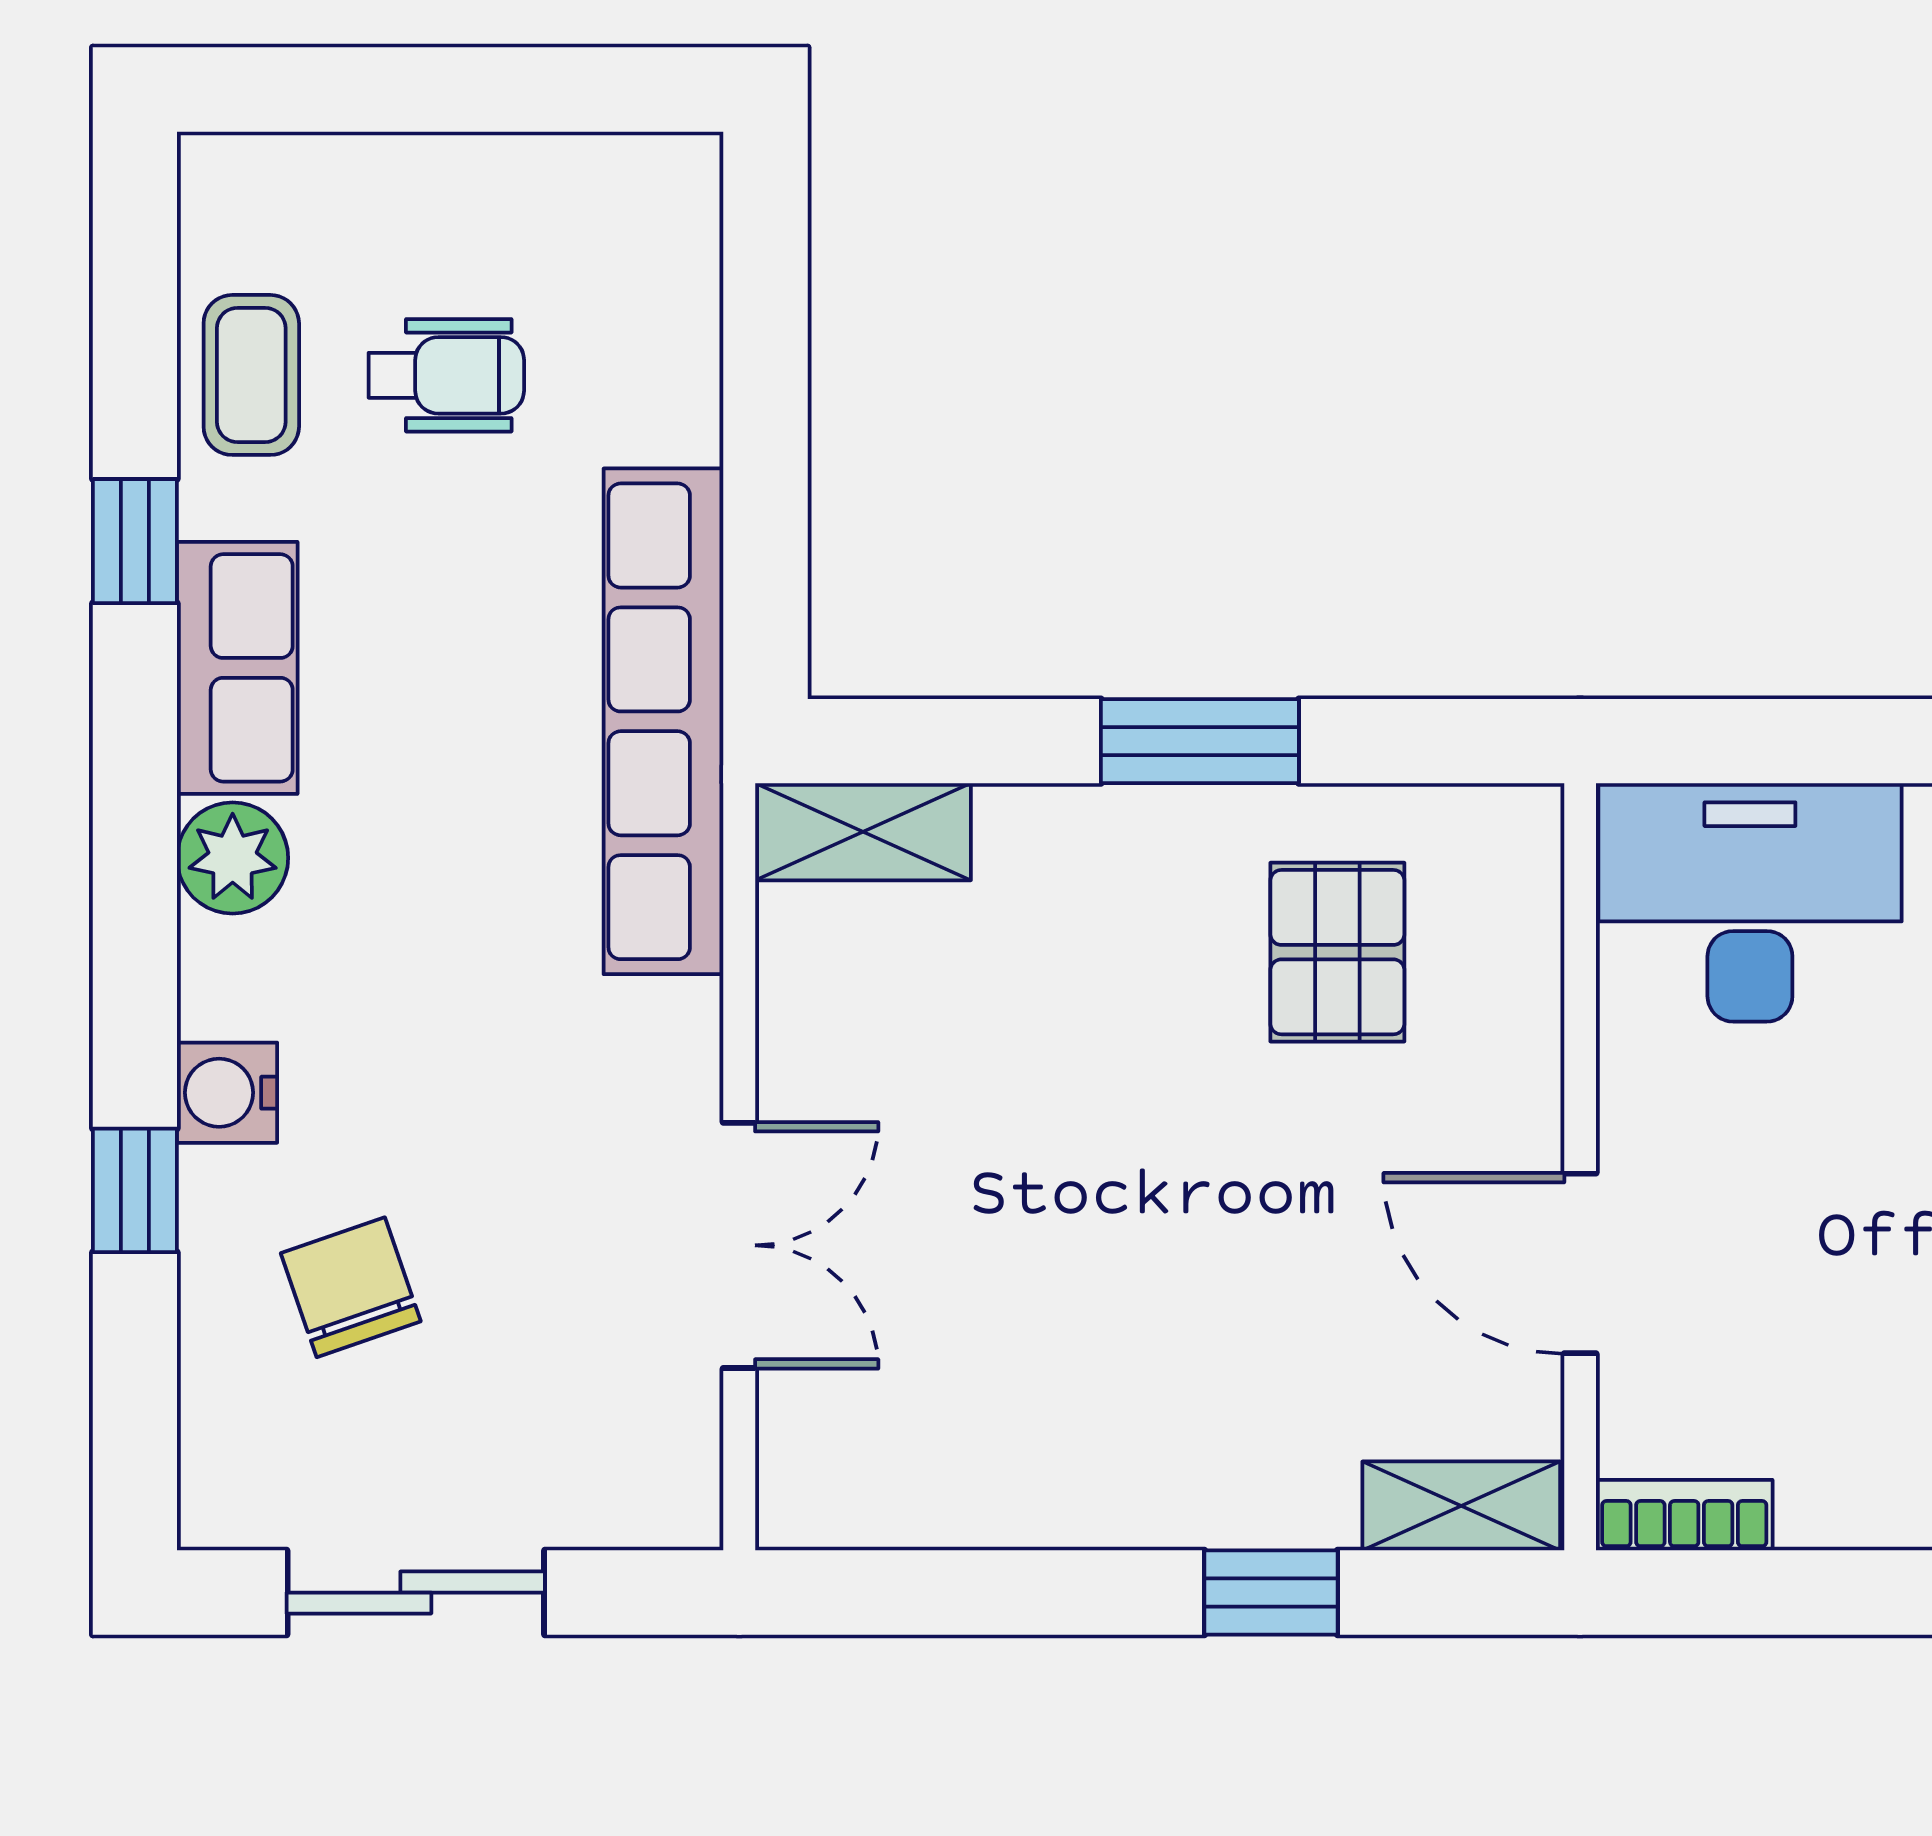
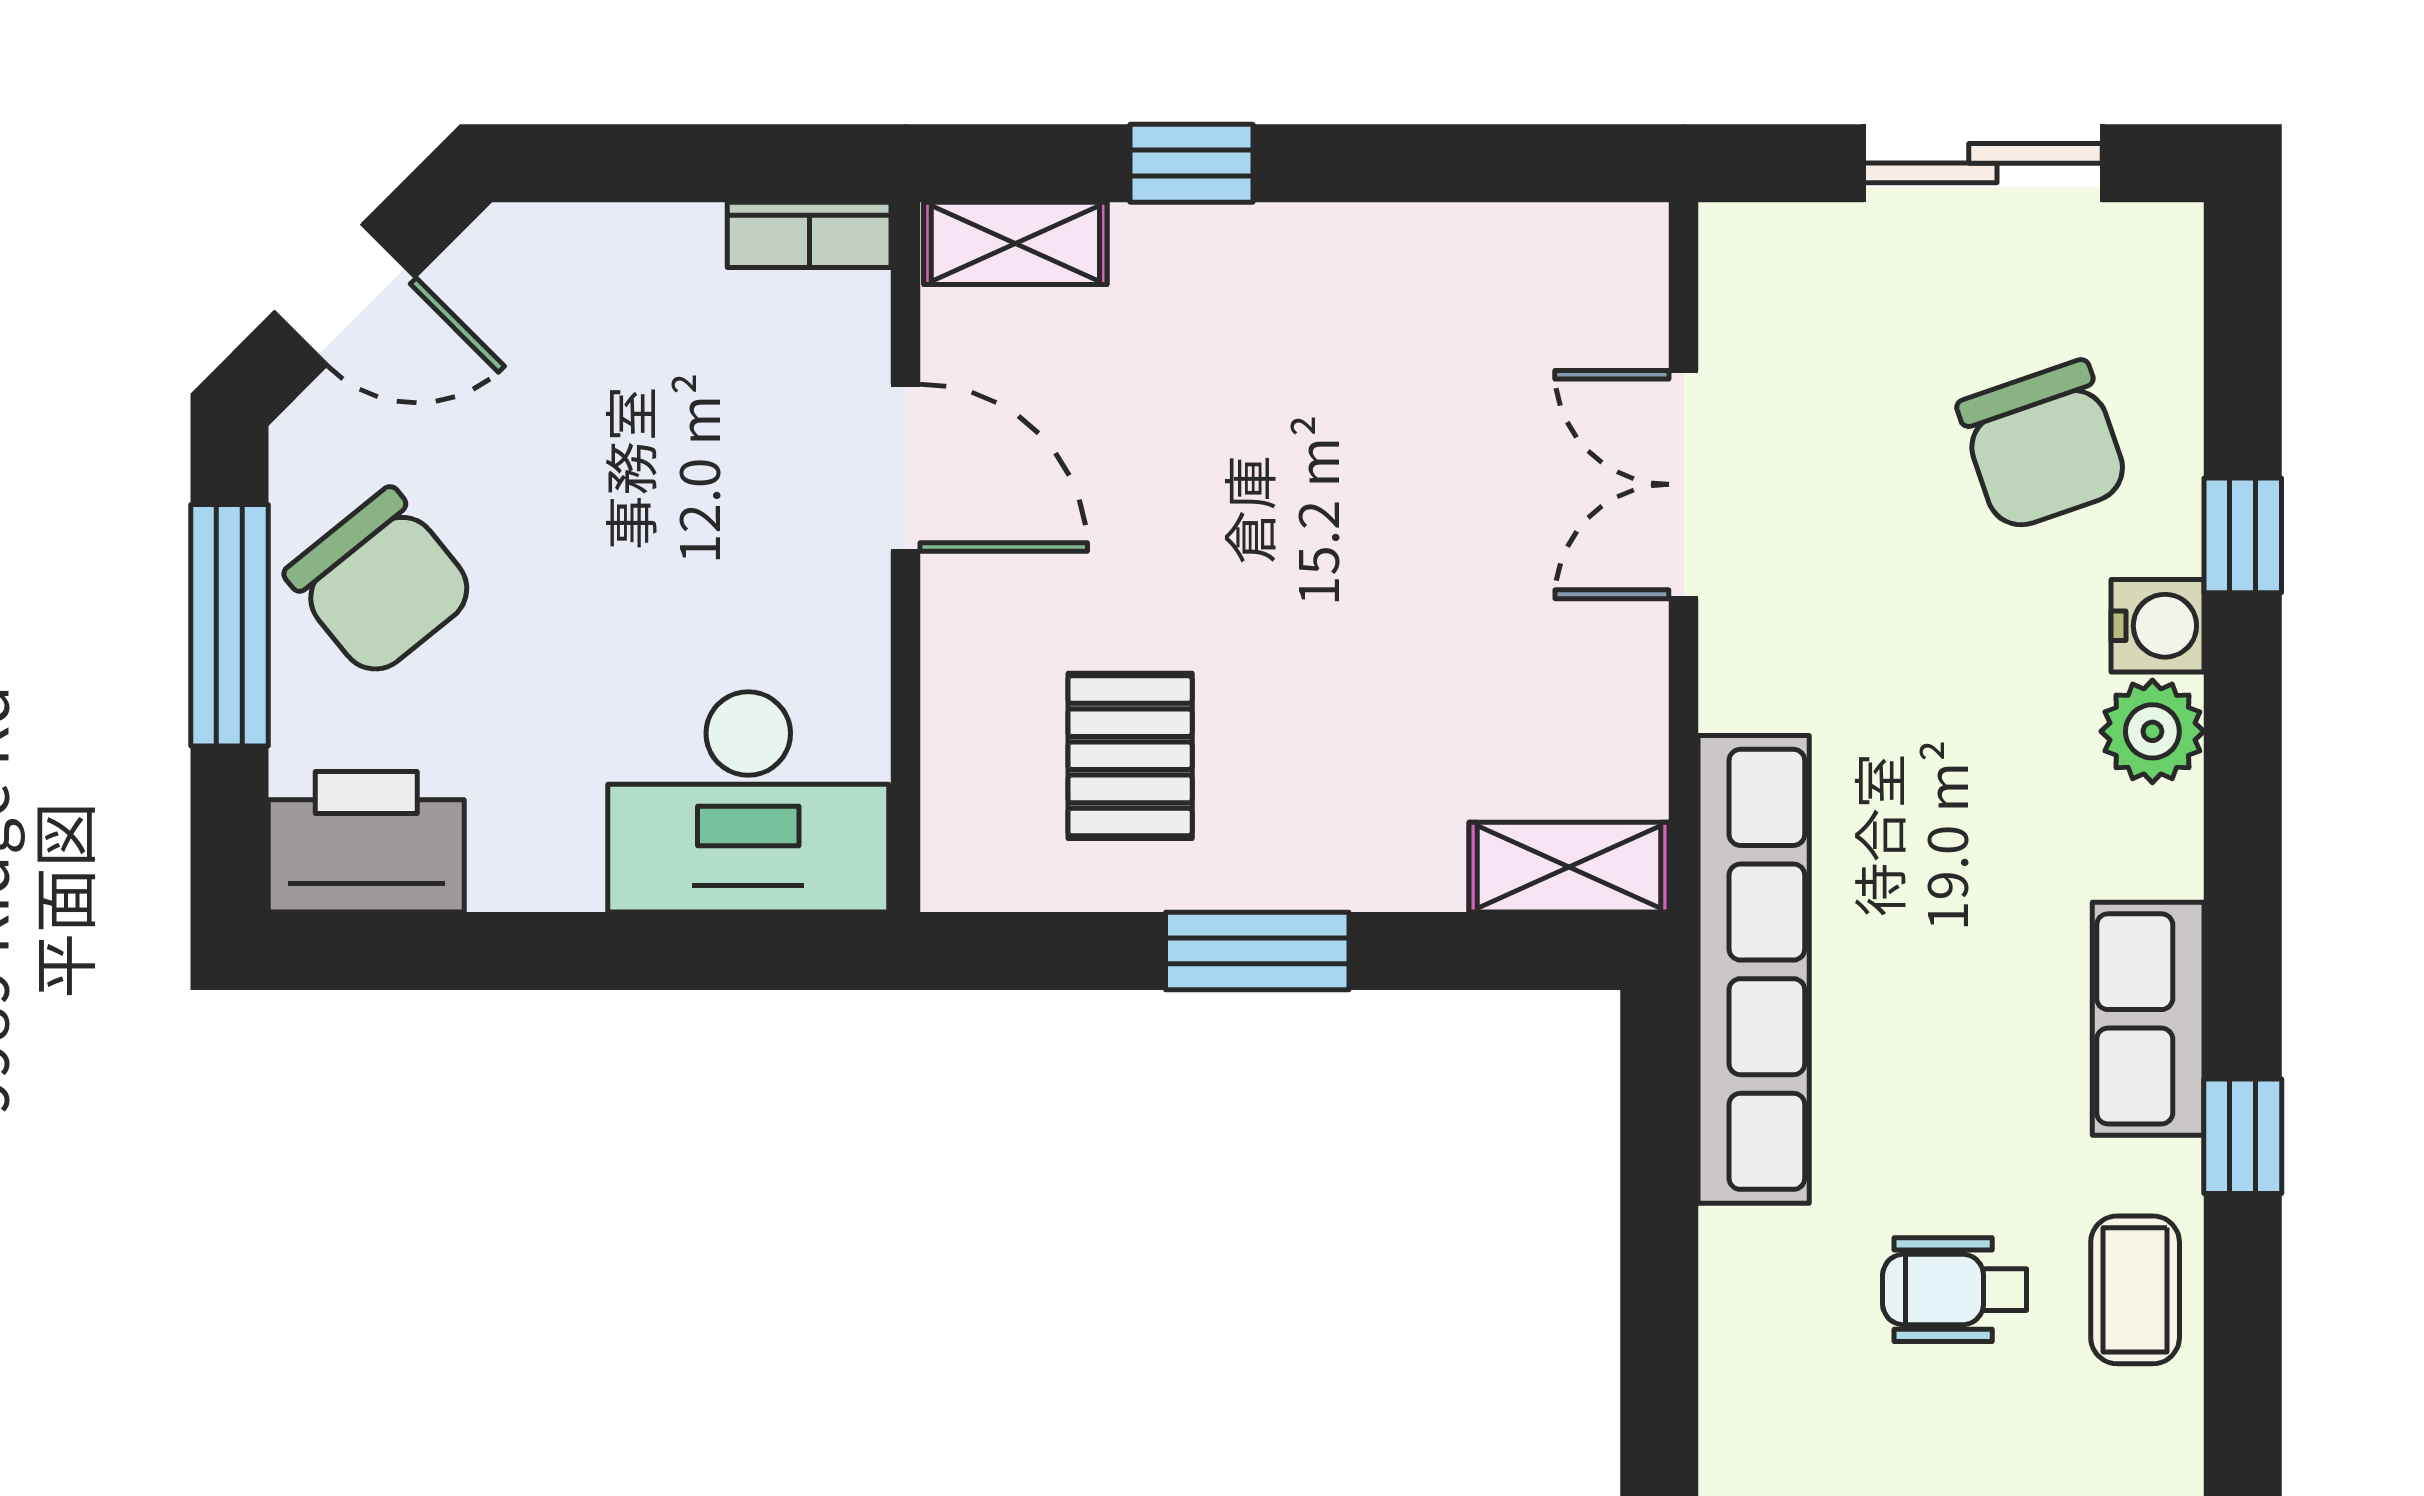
plant: (233, 858) -> (2152, 731), moved
chair: (351, 1287) -> (2043, 446), width x1.37, depth x1.37

